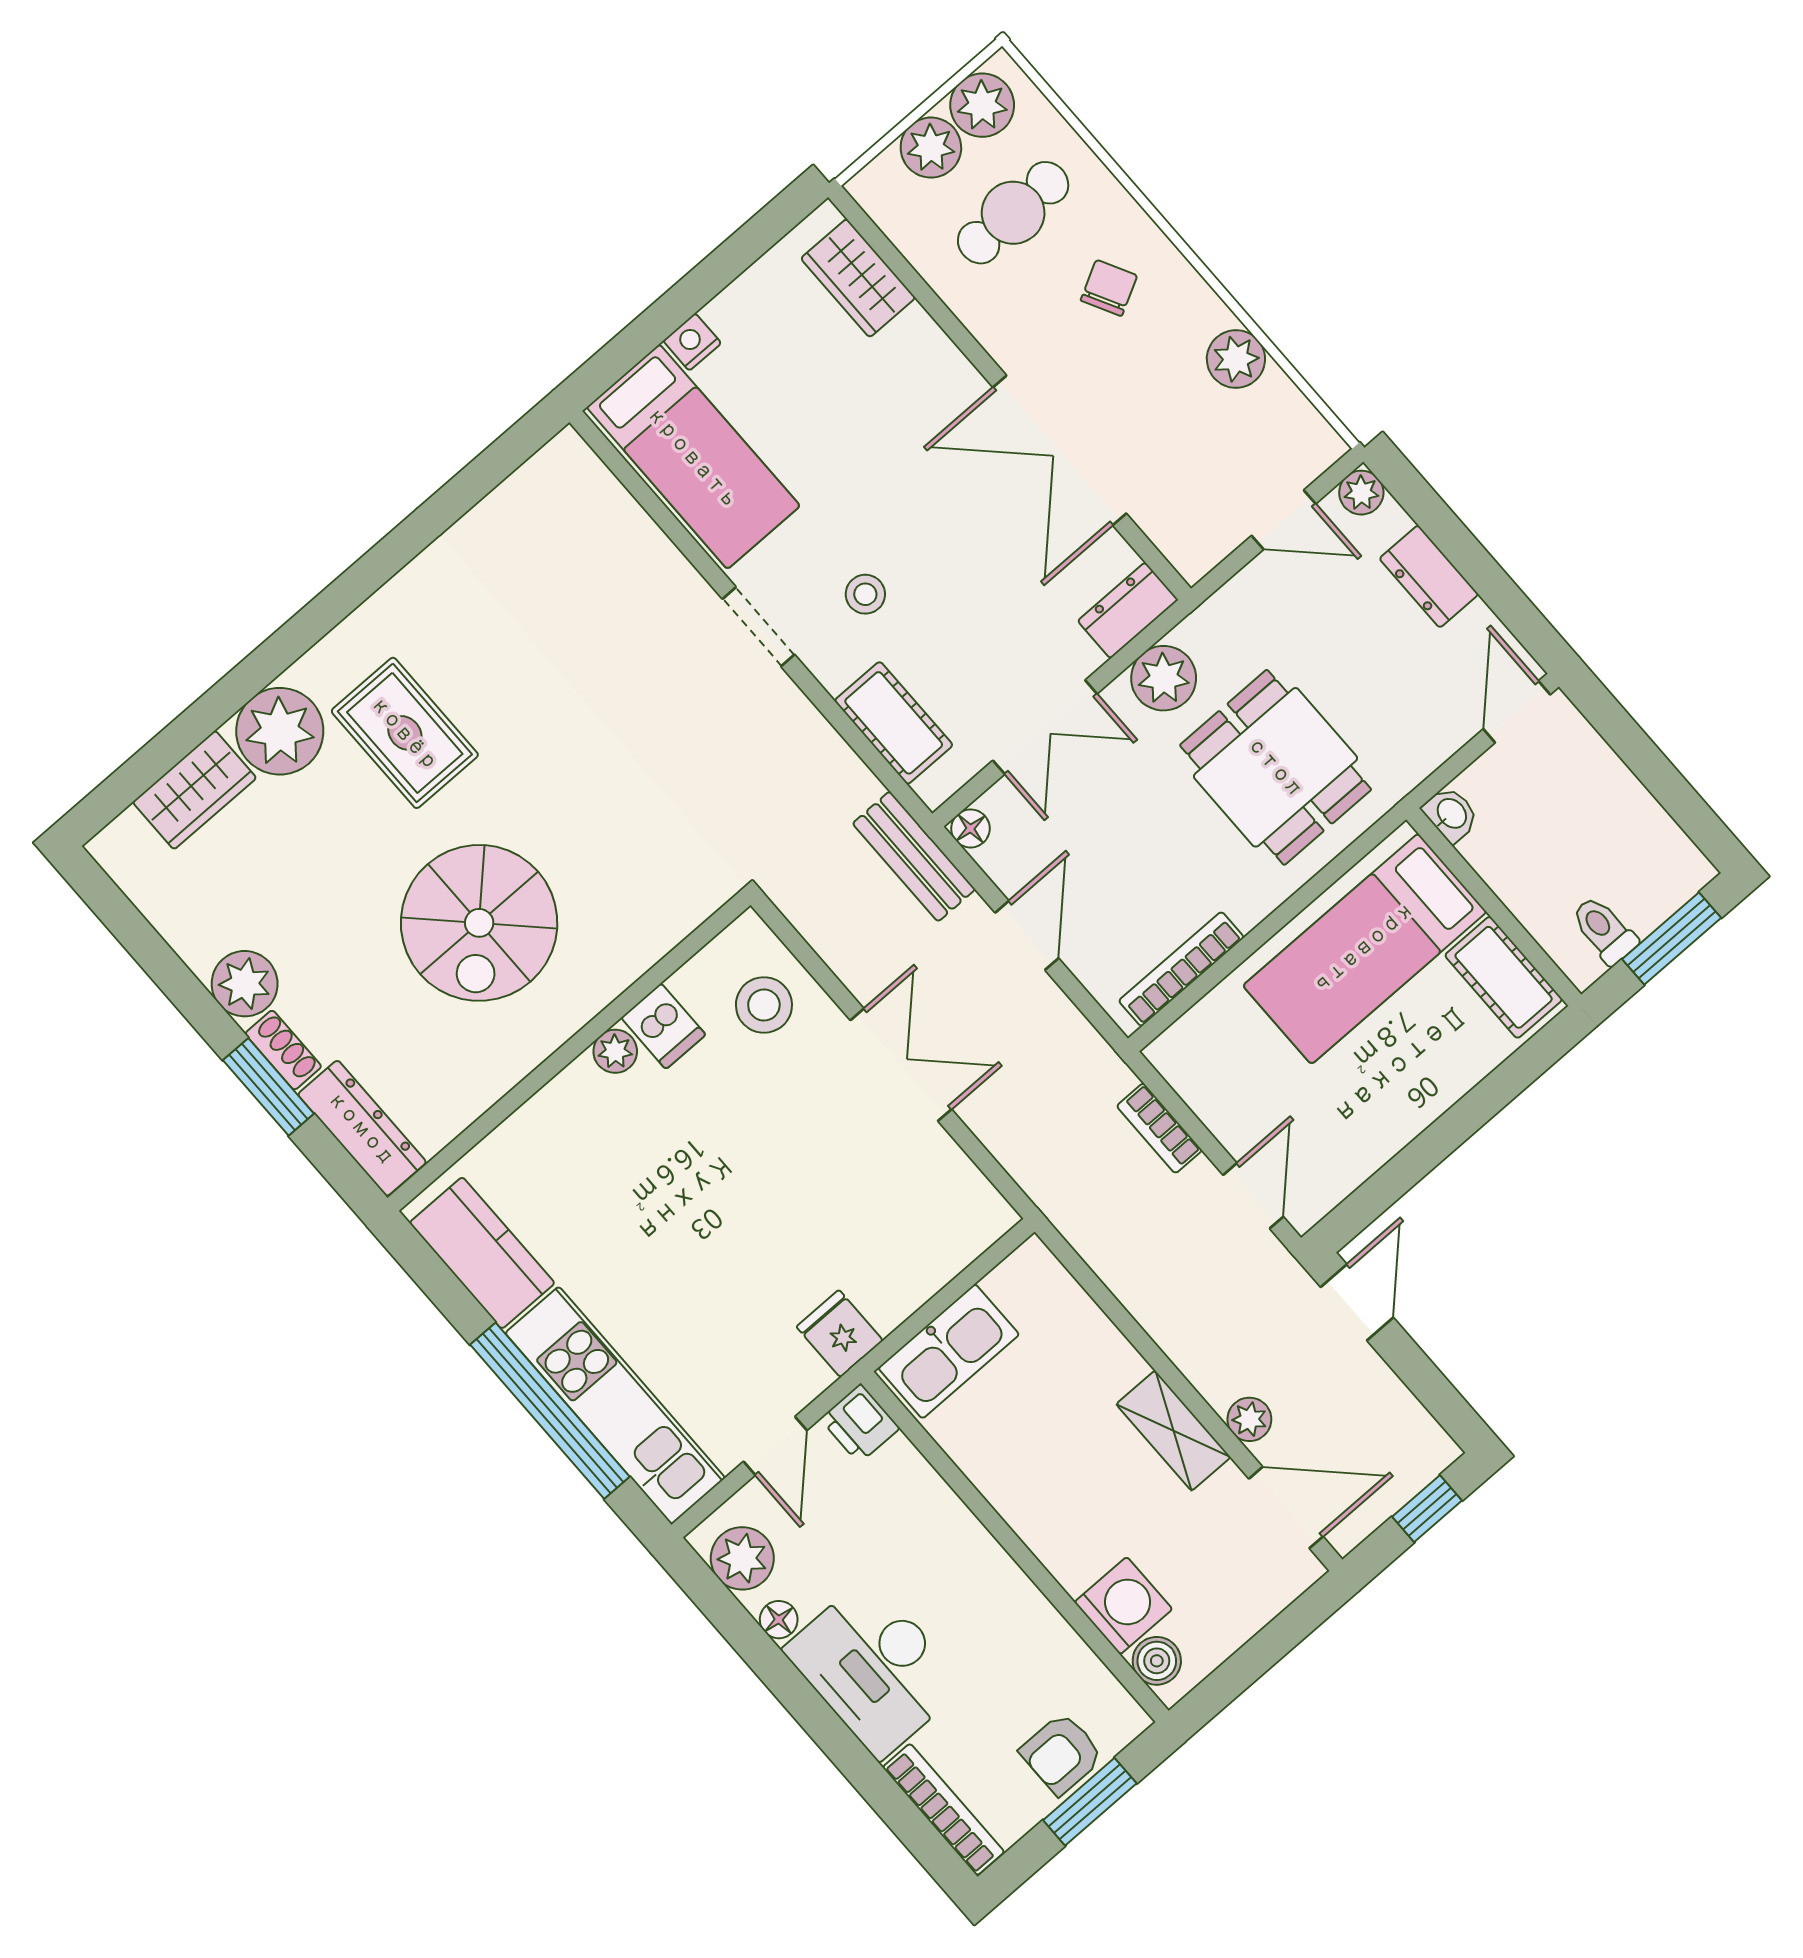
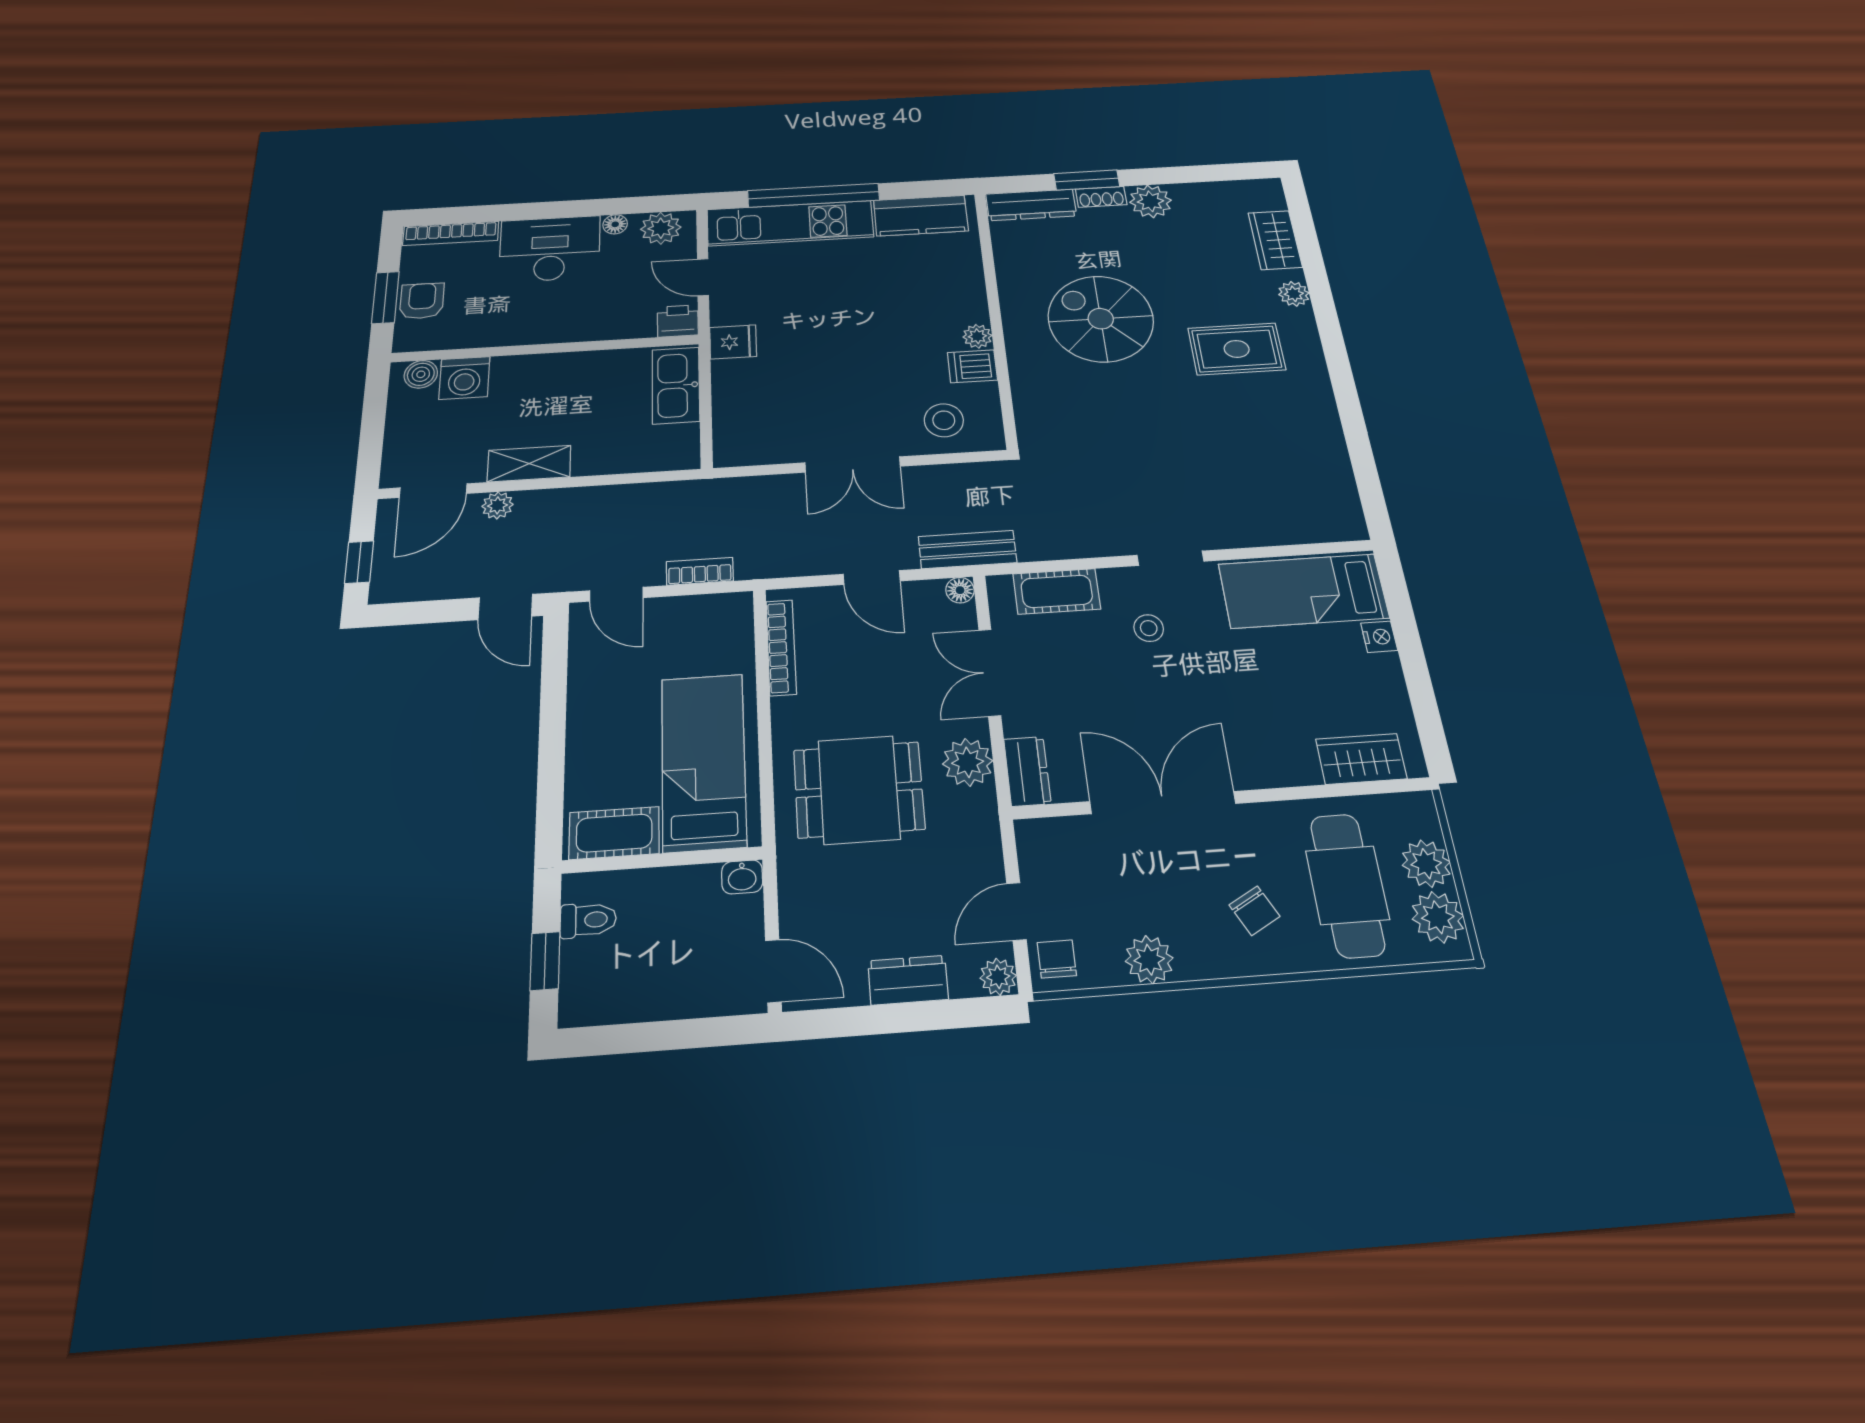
cafe table: (1013, 213) -> (1347, 885), width x1.37, depth x1.35
chair: (1302, 448) -> (1057, 959), added
plant: (280, 731) -> (1294, 294), width x0.53, depth x0.53
window: (1672, 938) -> (545, 961), width x0.67

